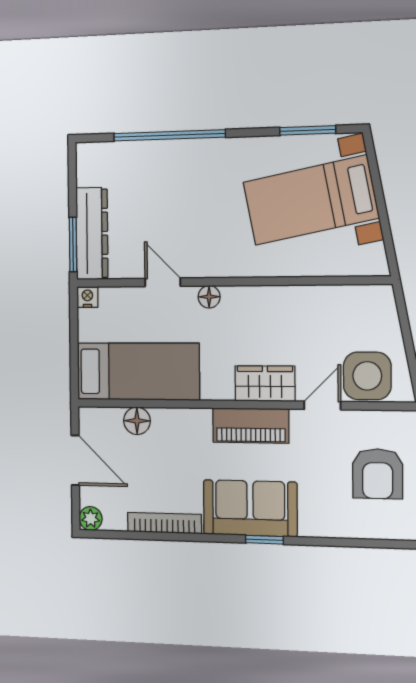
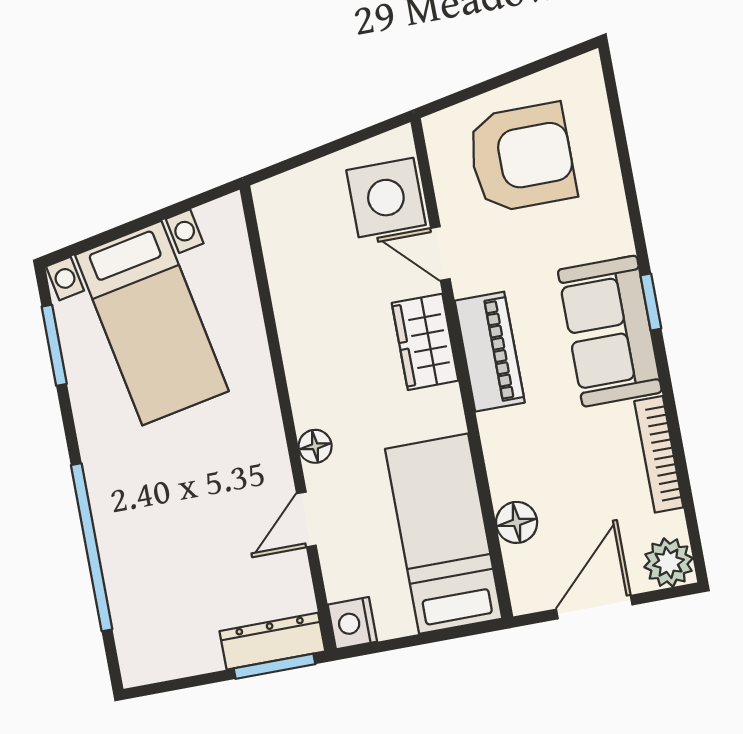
dresser: (92, 234) -> (272, 641), width x0.73, depth x0.80
nightstand: (87, 297) -> (352, 623), width x1.39, depth x1.35
armchair: (378, 474) -> (522, 158), width x1.36, depth x1.36
plant: (91, 518) -> (668, 563), width x1.38, depth x1.38

